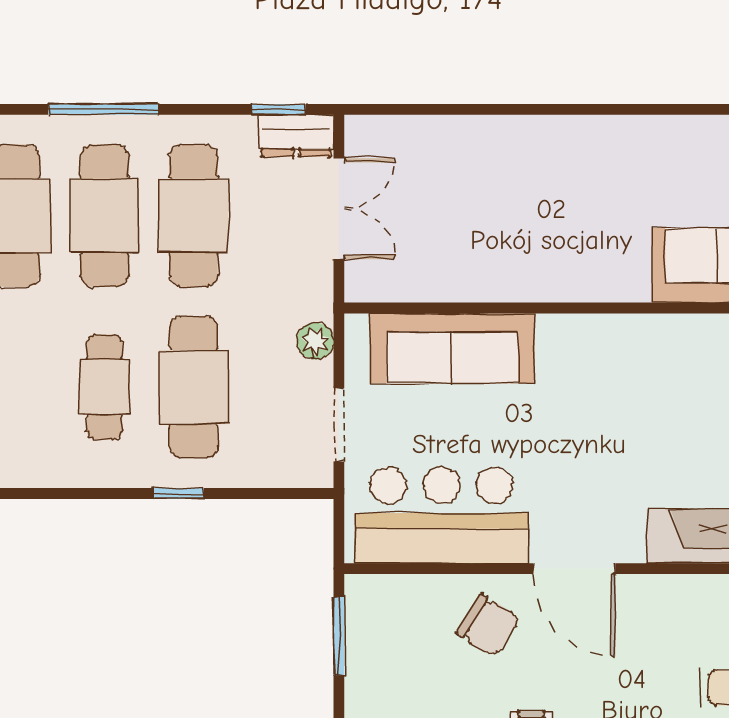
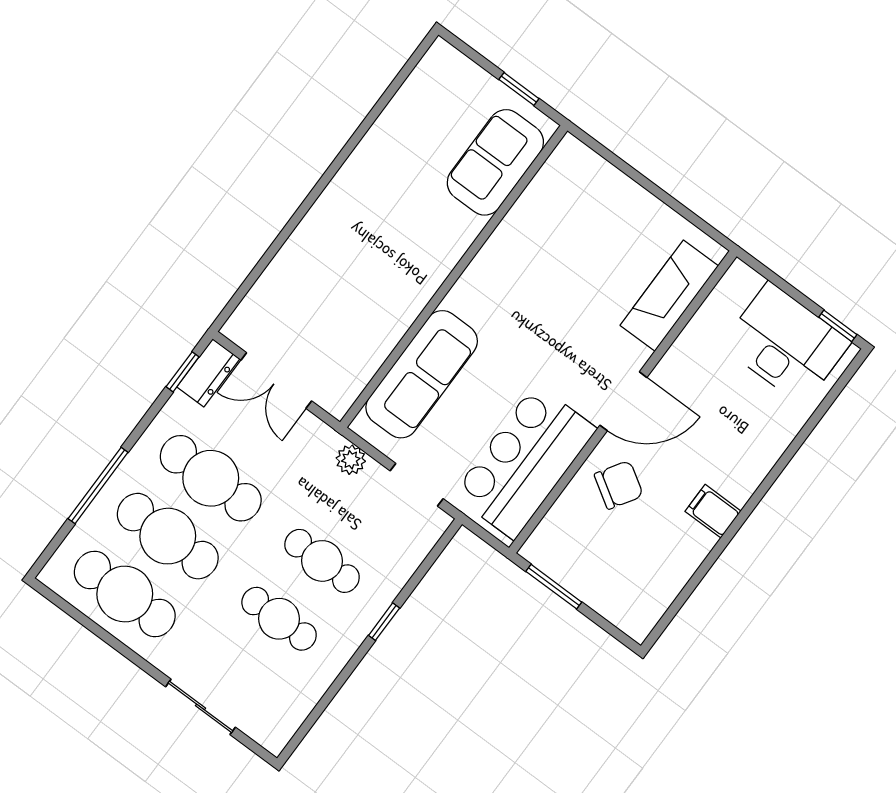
double door: (339, 209) -> (276, 381), swing flipped
cafe table: (194, 387) -> (322, 561), width x0.73, depth x0.74

